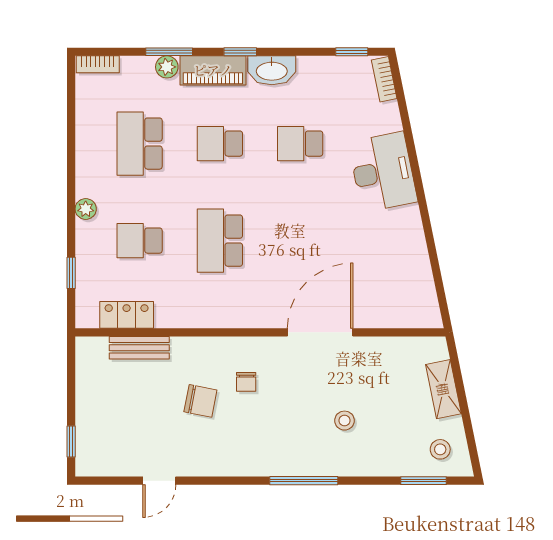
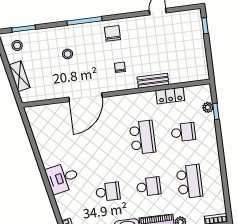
desk: (383, 172) -> (62, 178), width x0.73
plant: (86, 209) -> (208, 107), moved
locker: (127, 315) -> (170, 96), moved
bench: (139, 348) -> (153, 81), moved
chair: (200, 401) -> (112, 33), moved, turned 79

